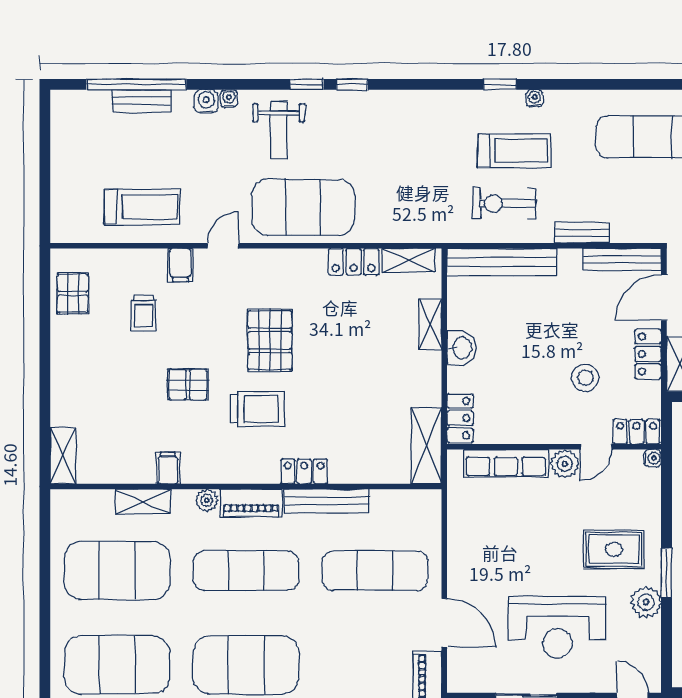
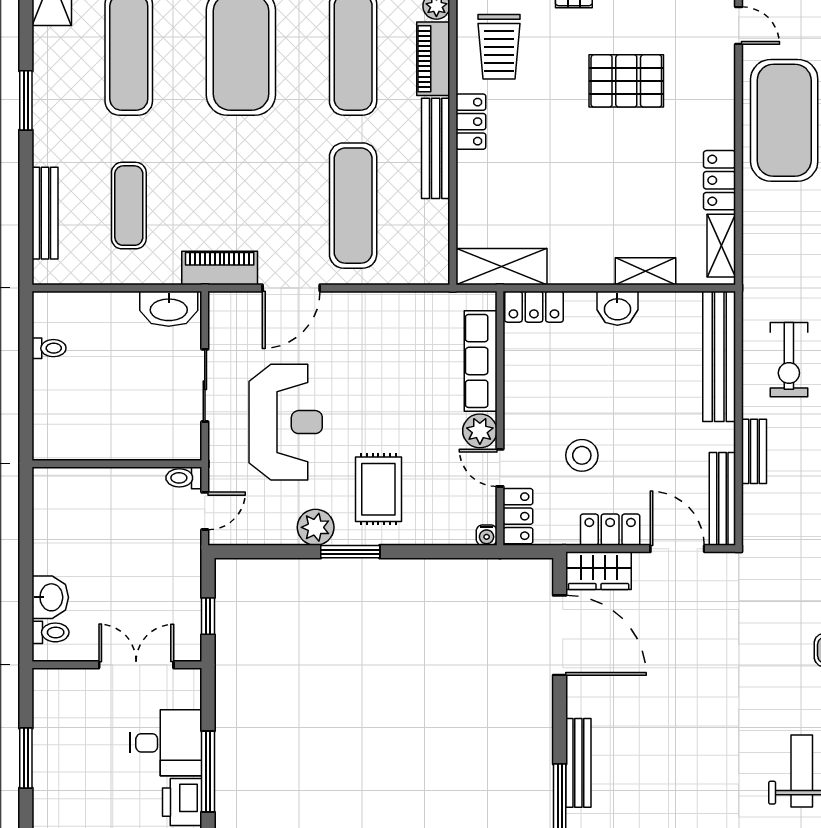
exercise bike: (505, 203) -> (789, 360), turned 180
trolley: (257, 409) -> (499, 47), moved
reception desk: (557, 627) -> (286, 422), turned 180

